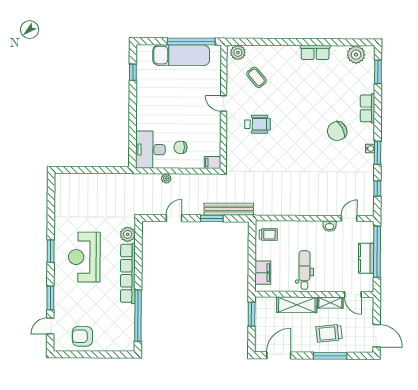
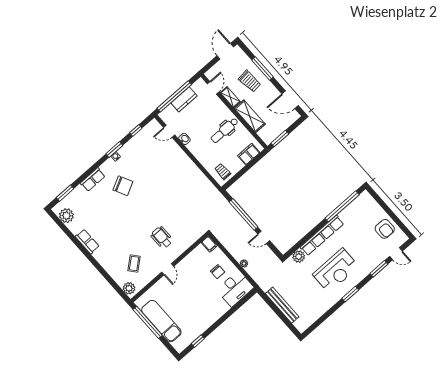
bench: (229, 209) -> (282, 305), moved
window: (212, 218) -> (243, 214), width x2.11

